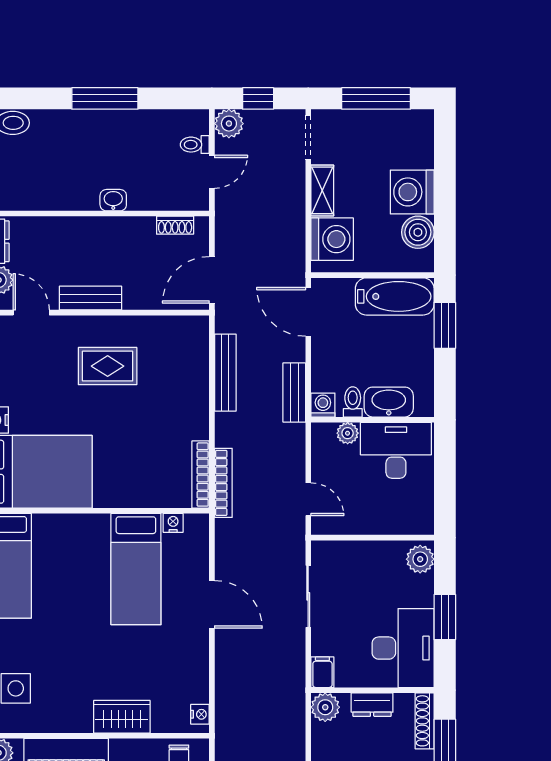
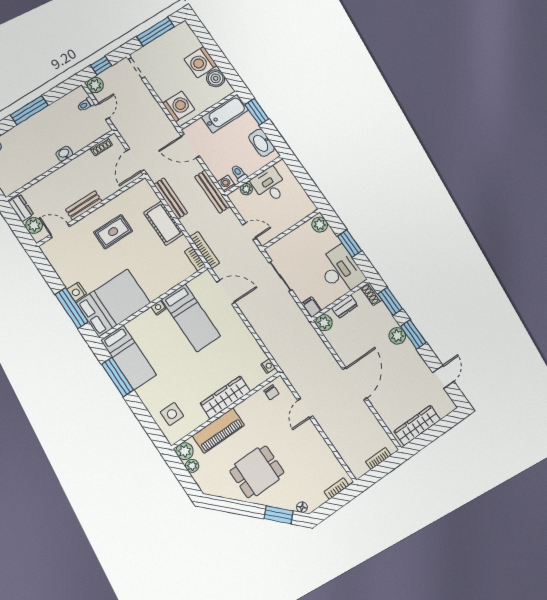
shelving: (322, 190) -> (159, 88), removed
bench: (294, 393) -> (212, 192), width x1.36
washbasin: (389, 402) -> (262, 143), moved, turned -90
cot: (190, 403) -> (164, 223), added
desk: (396, 450) -> (270, 185), width x0.73
bookcase: (201, 475) -> (195, 259), width x0.64
nightstand: (173, 523) -> (159, 308), moved
door: (212, 604) -> (226, 292), moved
wardrobe: (122, 717) -> (225, 397), width x1.50
shoe rack: (425, 721) -> (371, 294), width x0.70

